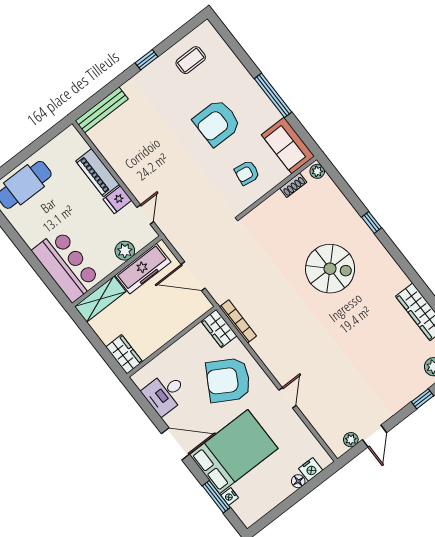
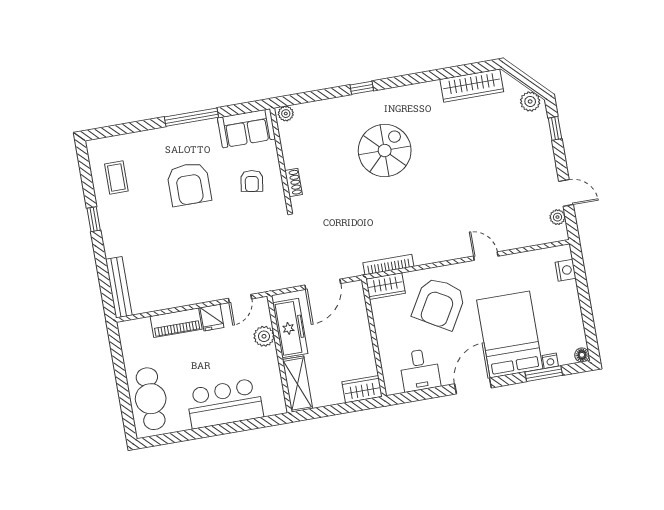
shoe rack: (293, 185) -> (294, 183), moved
door: (145, 215) -> (240, 299), swing flipped
bar counter: (66, 266) -> (225, 403), moved
floor lamp: (298, 481) -> (582, 355), moved

